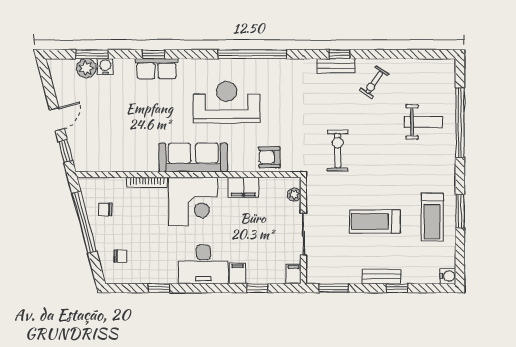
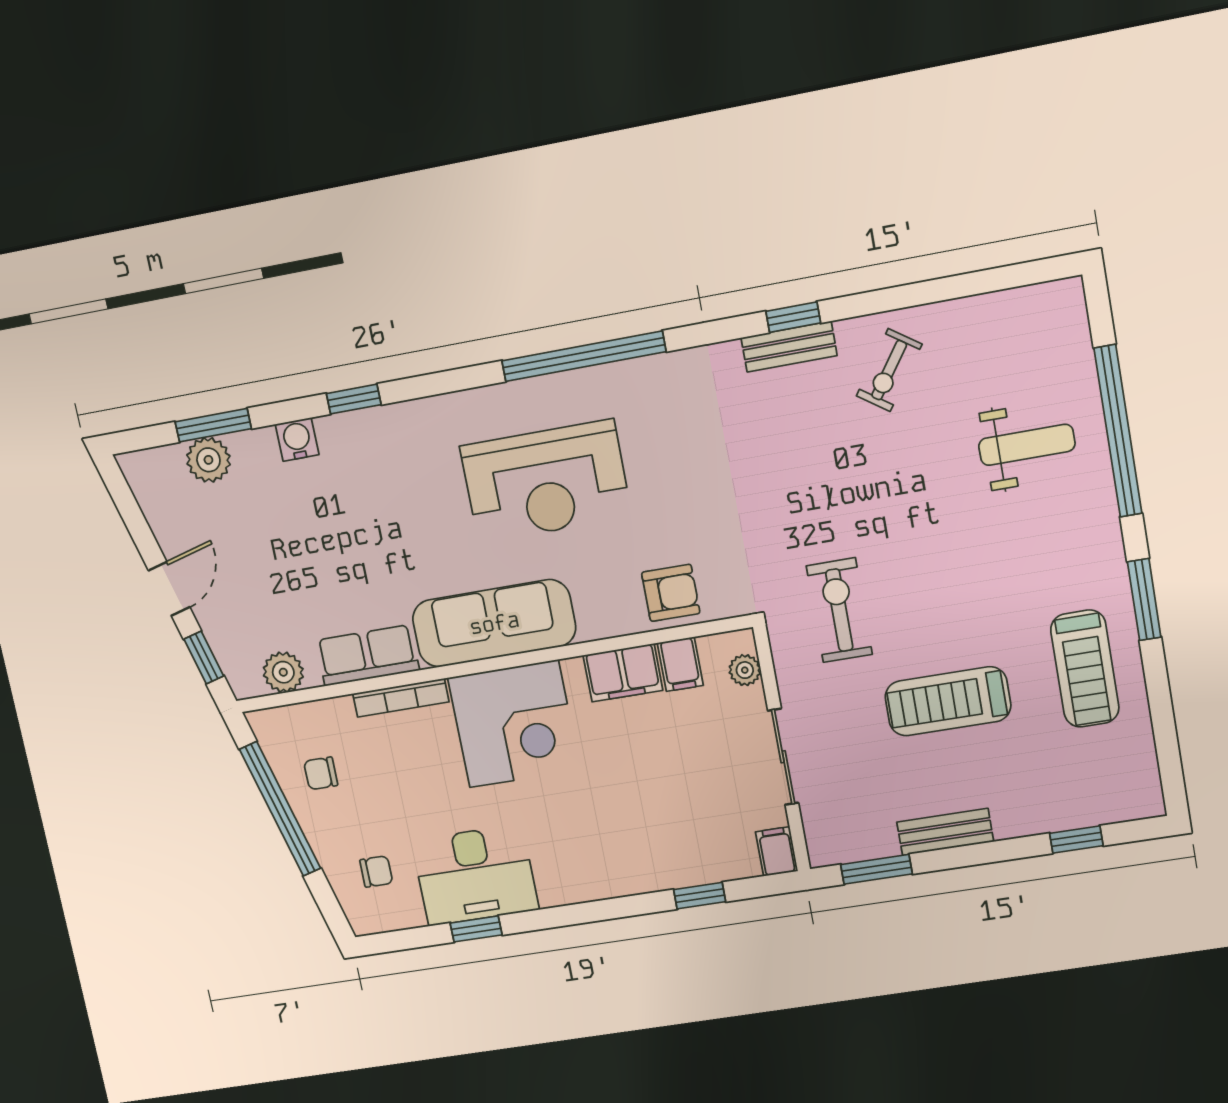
water cooler: (105, 67) -> (297, 439), moved
row of seats: (156, 69) -> (367, 655), moved, turned 180
reception desk: (227, 102) -> (546, 481), turned 180
exercise bike: (338, 151) -> (839, 610), moved
armchair: (270, 157) -> (671, 593), turned 180
plant: (99, 163) -> (283, 672), added
window: (460, 211) -> (1144, 600), moved
desk: (203, 264) -> (475, 875), moved
filing cabinet: (238, 273) -> (680, 664), moved, turned 180
bench: (382, 276) -> (945, 832), moved
water cooler: (448, 276) -> (1145, 801), removed
window: (397, 288) -> (1076, 839), moved

